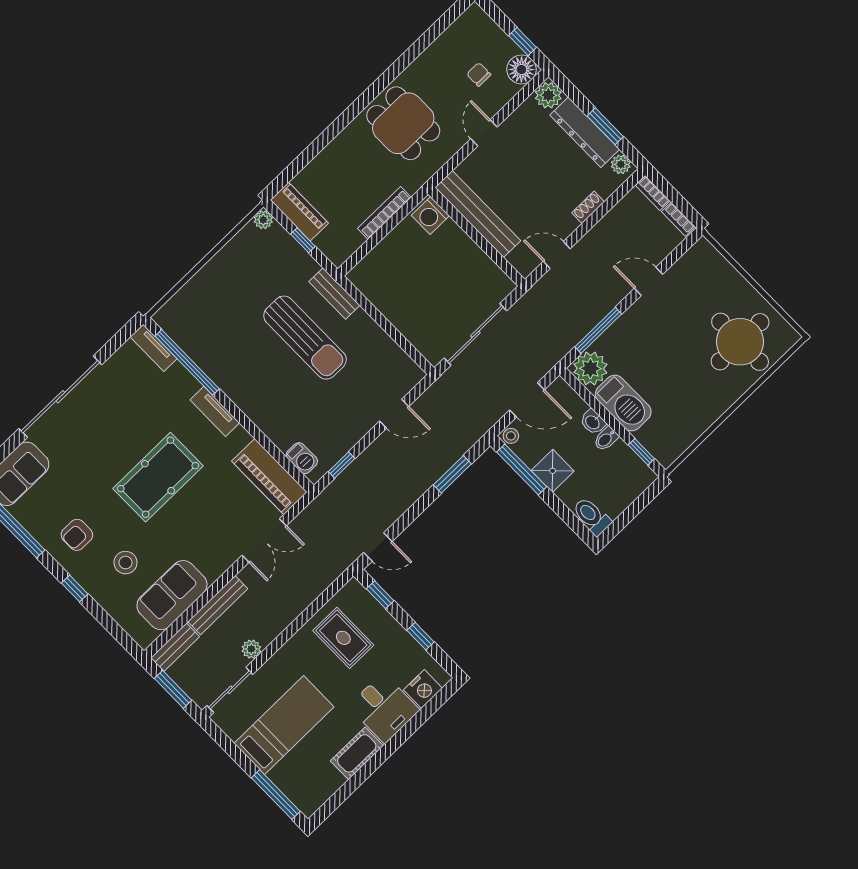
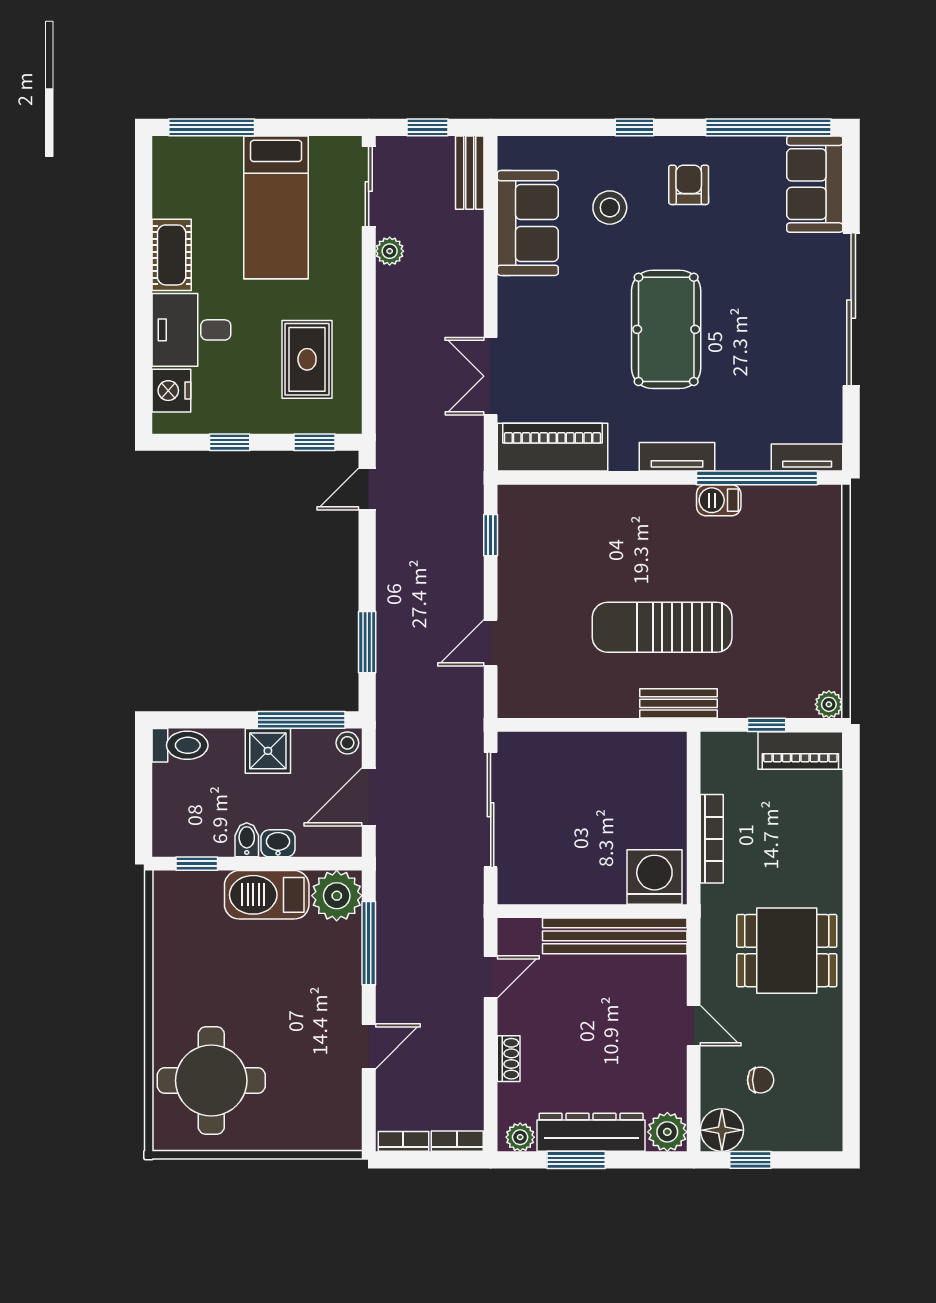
washing machine: (430, 216) -> (654, 877), width x1.37, depth x1.37
barbecue: (302, 458) -> (719, 500), moved
bench: (218, 605) -> (470, 261), removed
rug: (343, 638) -> (307, 359), turned 90
window: (173, 689) -> (428, 127), width x0.67

